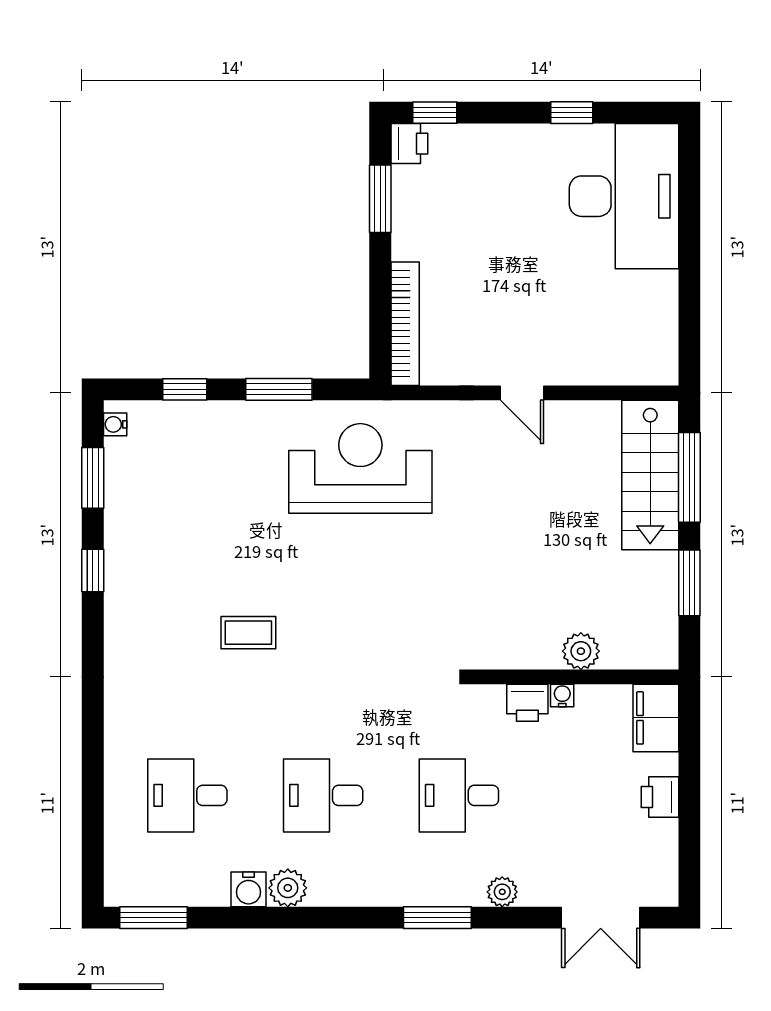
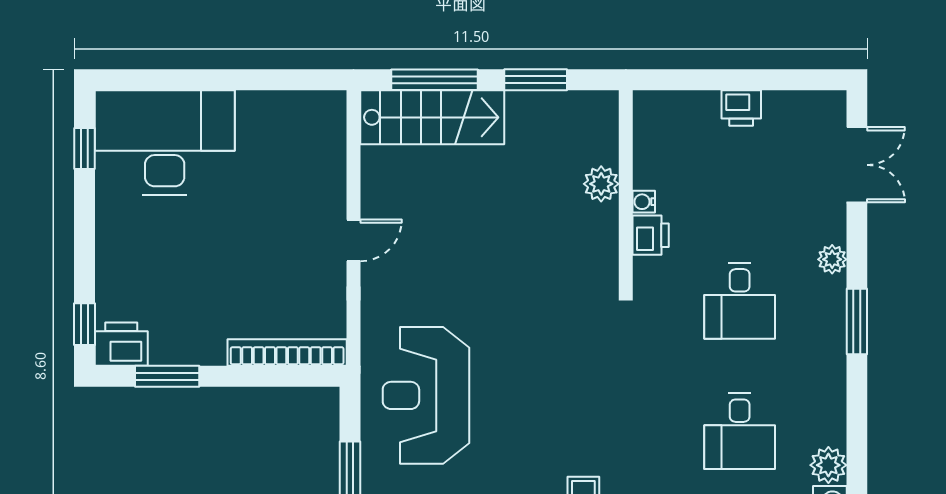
window: (572, 113) -> (84, 148), moved
printer: (409, 144) -> (121, 344), width x1.36, depth x1.24
filing cabinet: (656, 718) -> (665, 112), removed

